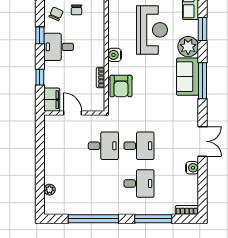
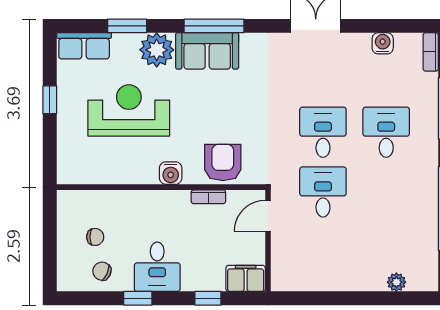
armchair: (121, 86) -> (223, 162), turned -90
door: (73, 113) -> (268, 216), moved
water cooler: (192, 168) -> (383, 43), moved

